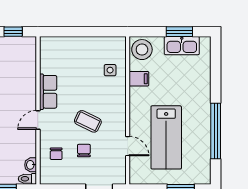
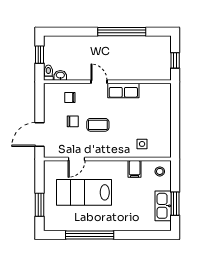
stool: (142, 50) -> (160, 171), width x0.53, depth x0.53
coffee table: (88, 121) -> (98, 125), turned 64

